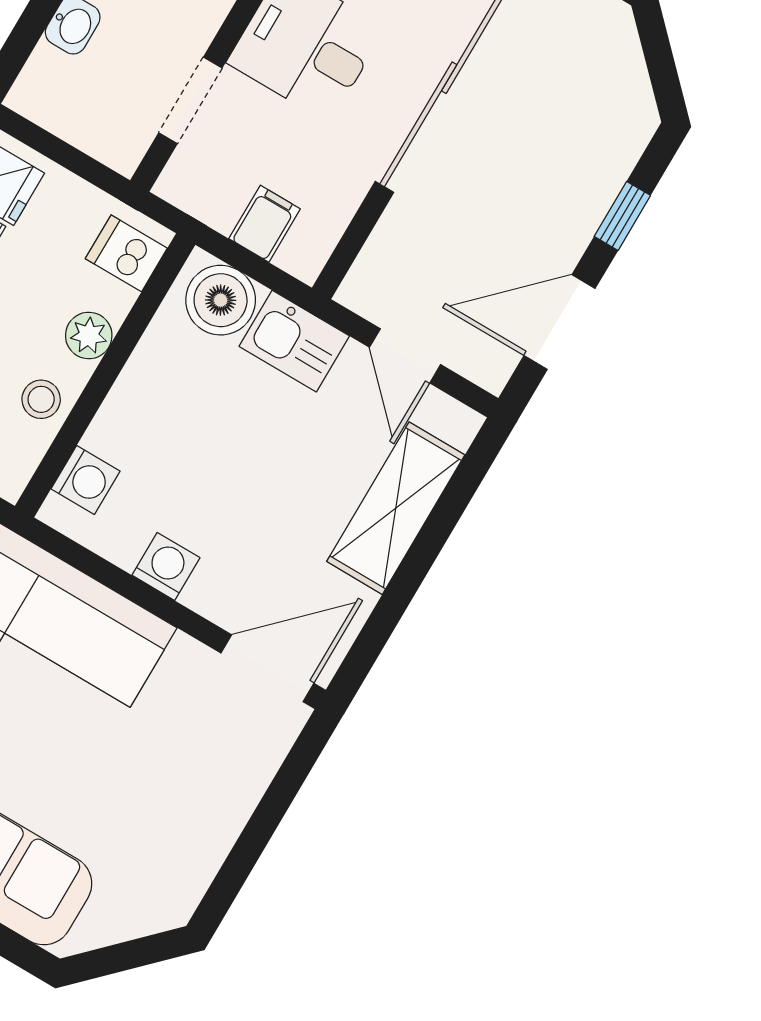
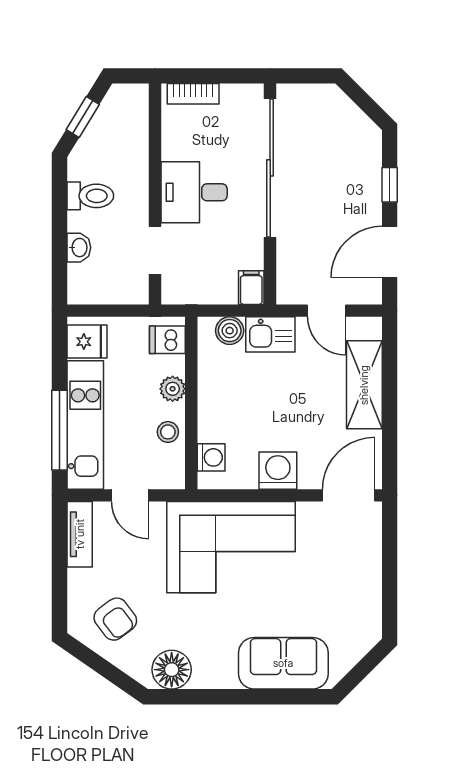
filing cabinet: (265, 224) -> (251, 288), moved
boiler: (221, 300) -> (230, 331), width x0.73, depth x0.73
washing machine: (166, 566) -> (278, 471), width x1.38, depth x1.38

